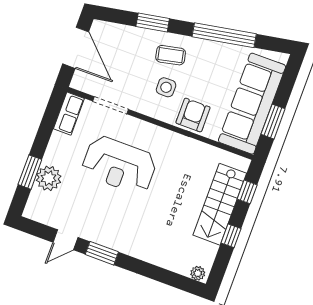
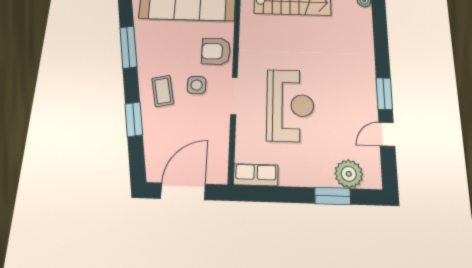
window: (224, 35) -> (128, 47), width x0.68
doorway: (111, 105) -> (234, 96), moved
plant: (49, 178) -> (349, 174), moved
door: (65, 240) -> (387, 134), swing flipped

